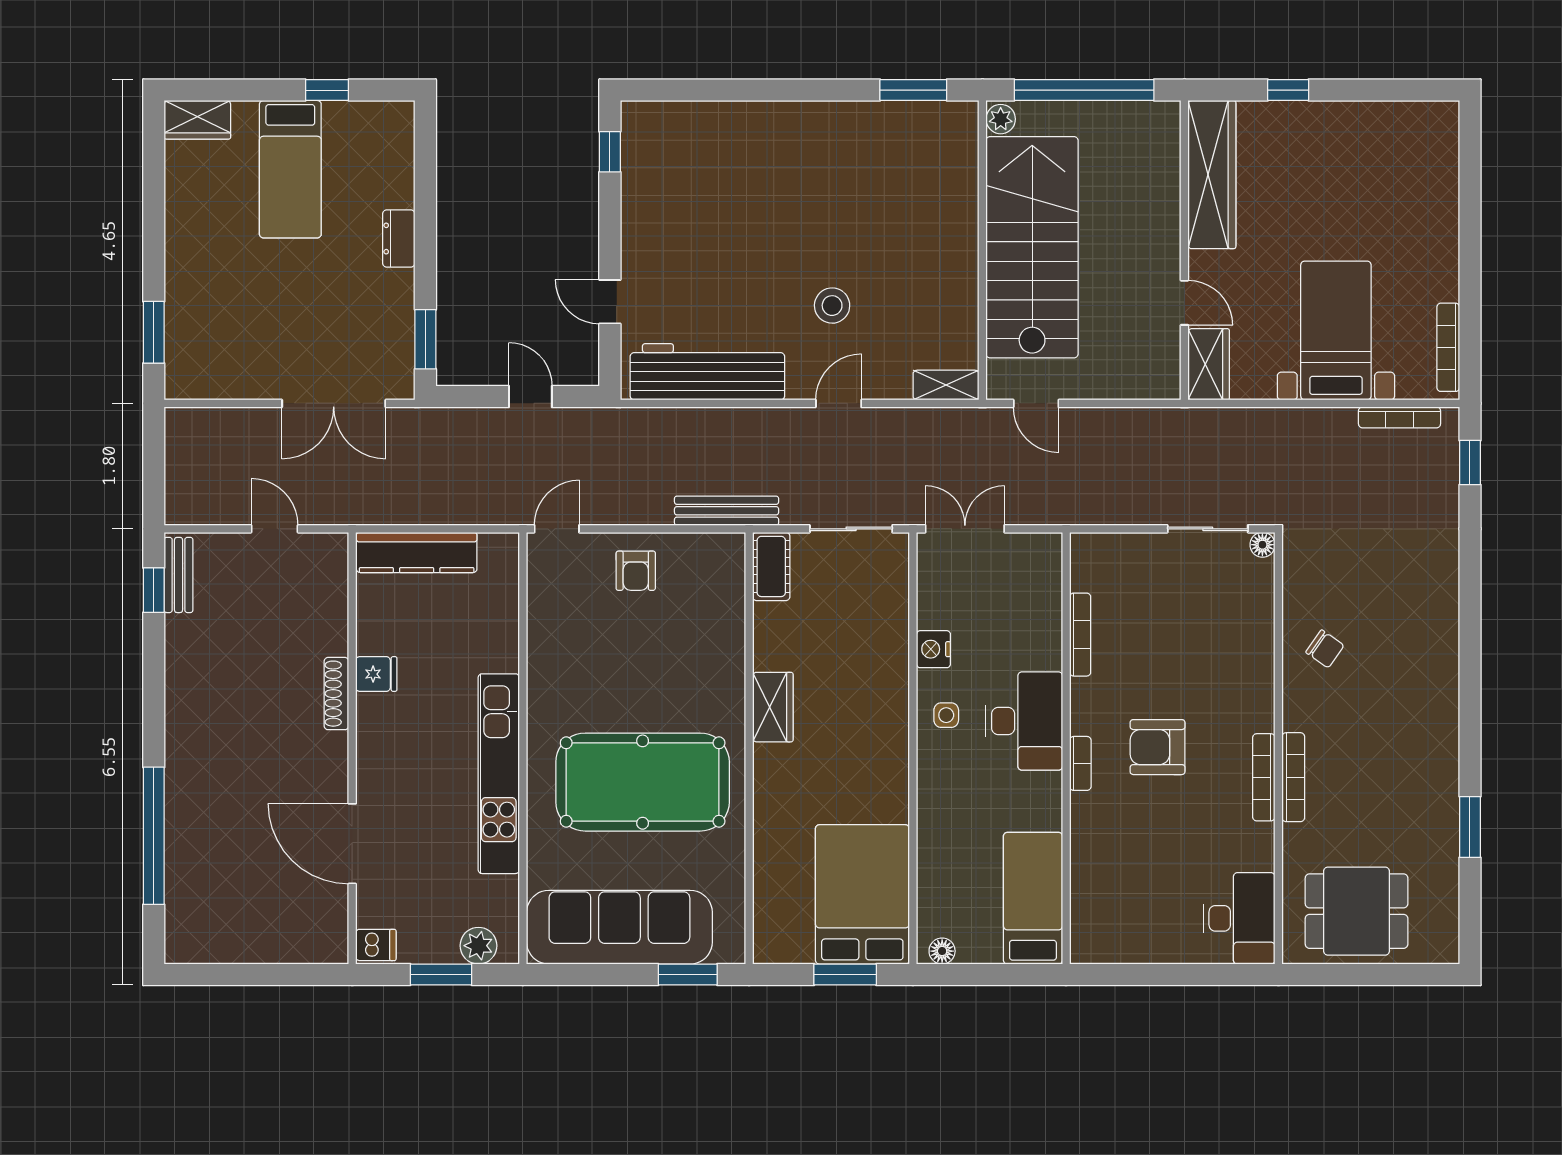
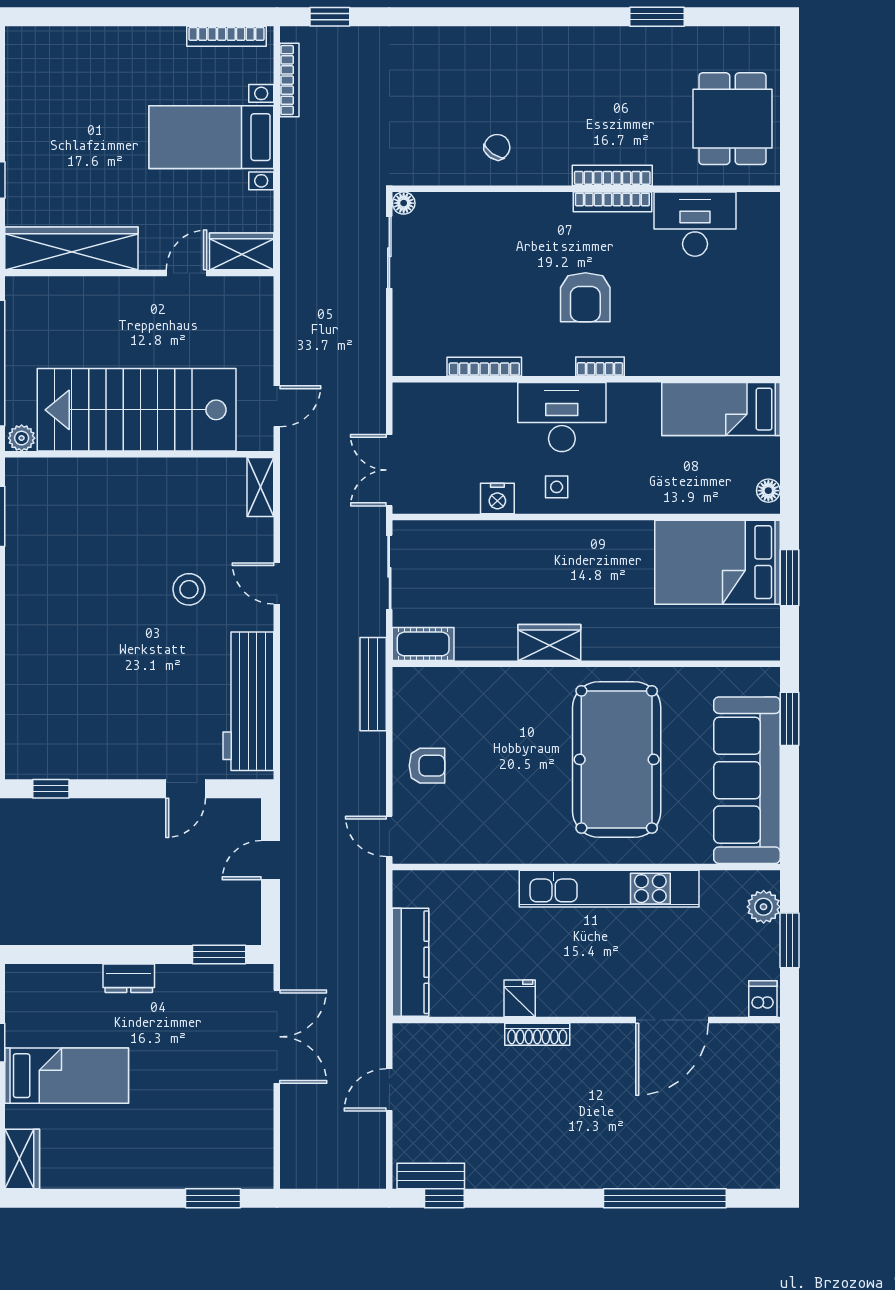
desk: (1239, 918) -> (695, 224), moved

